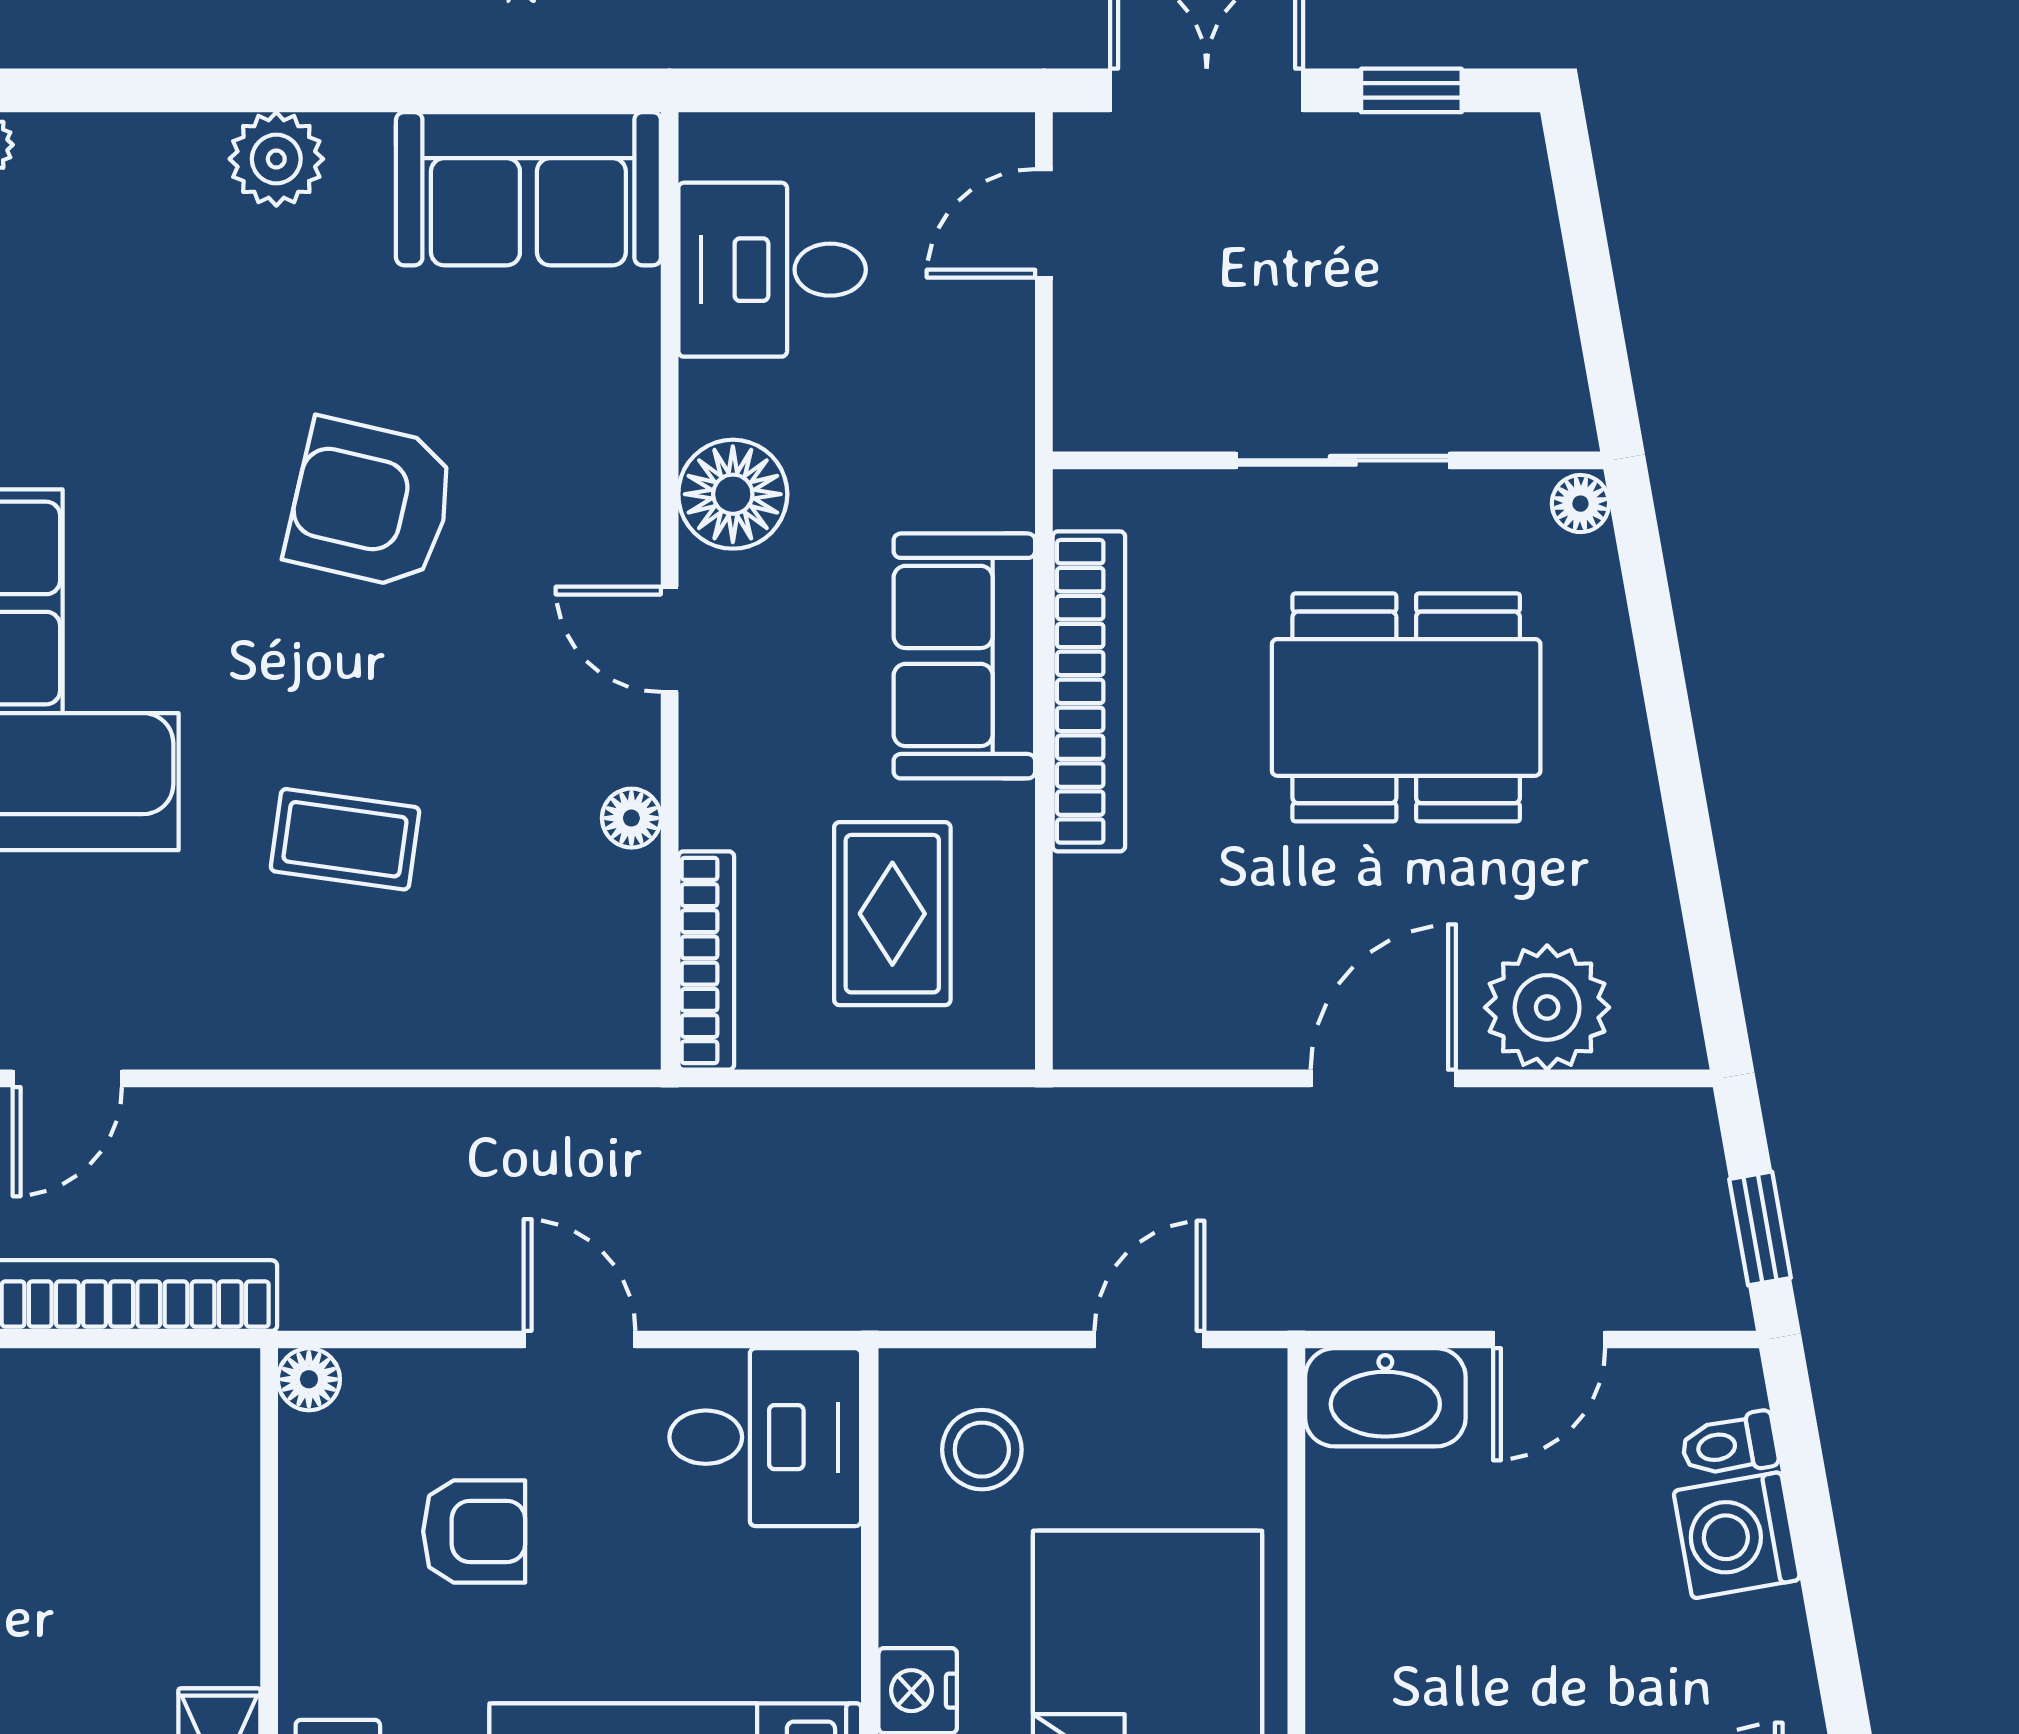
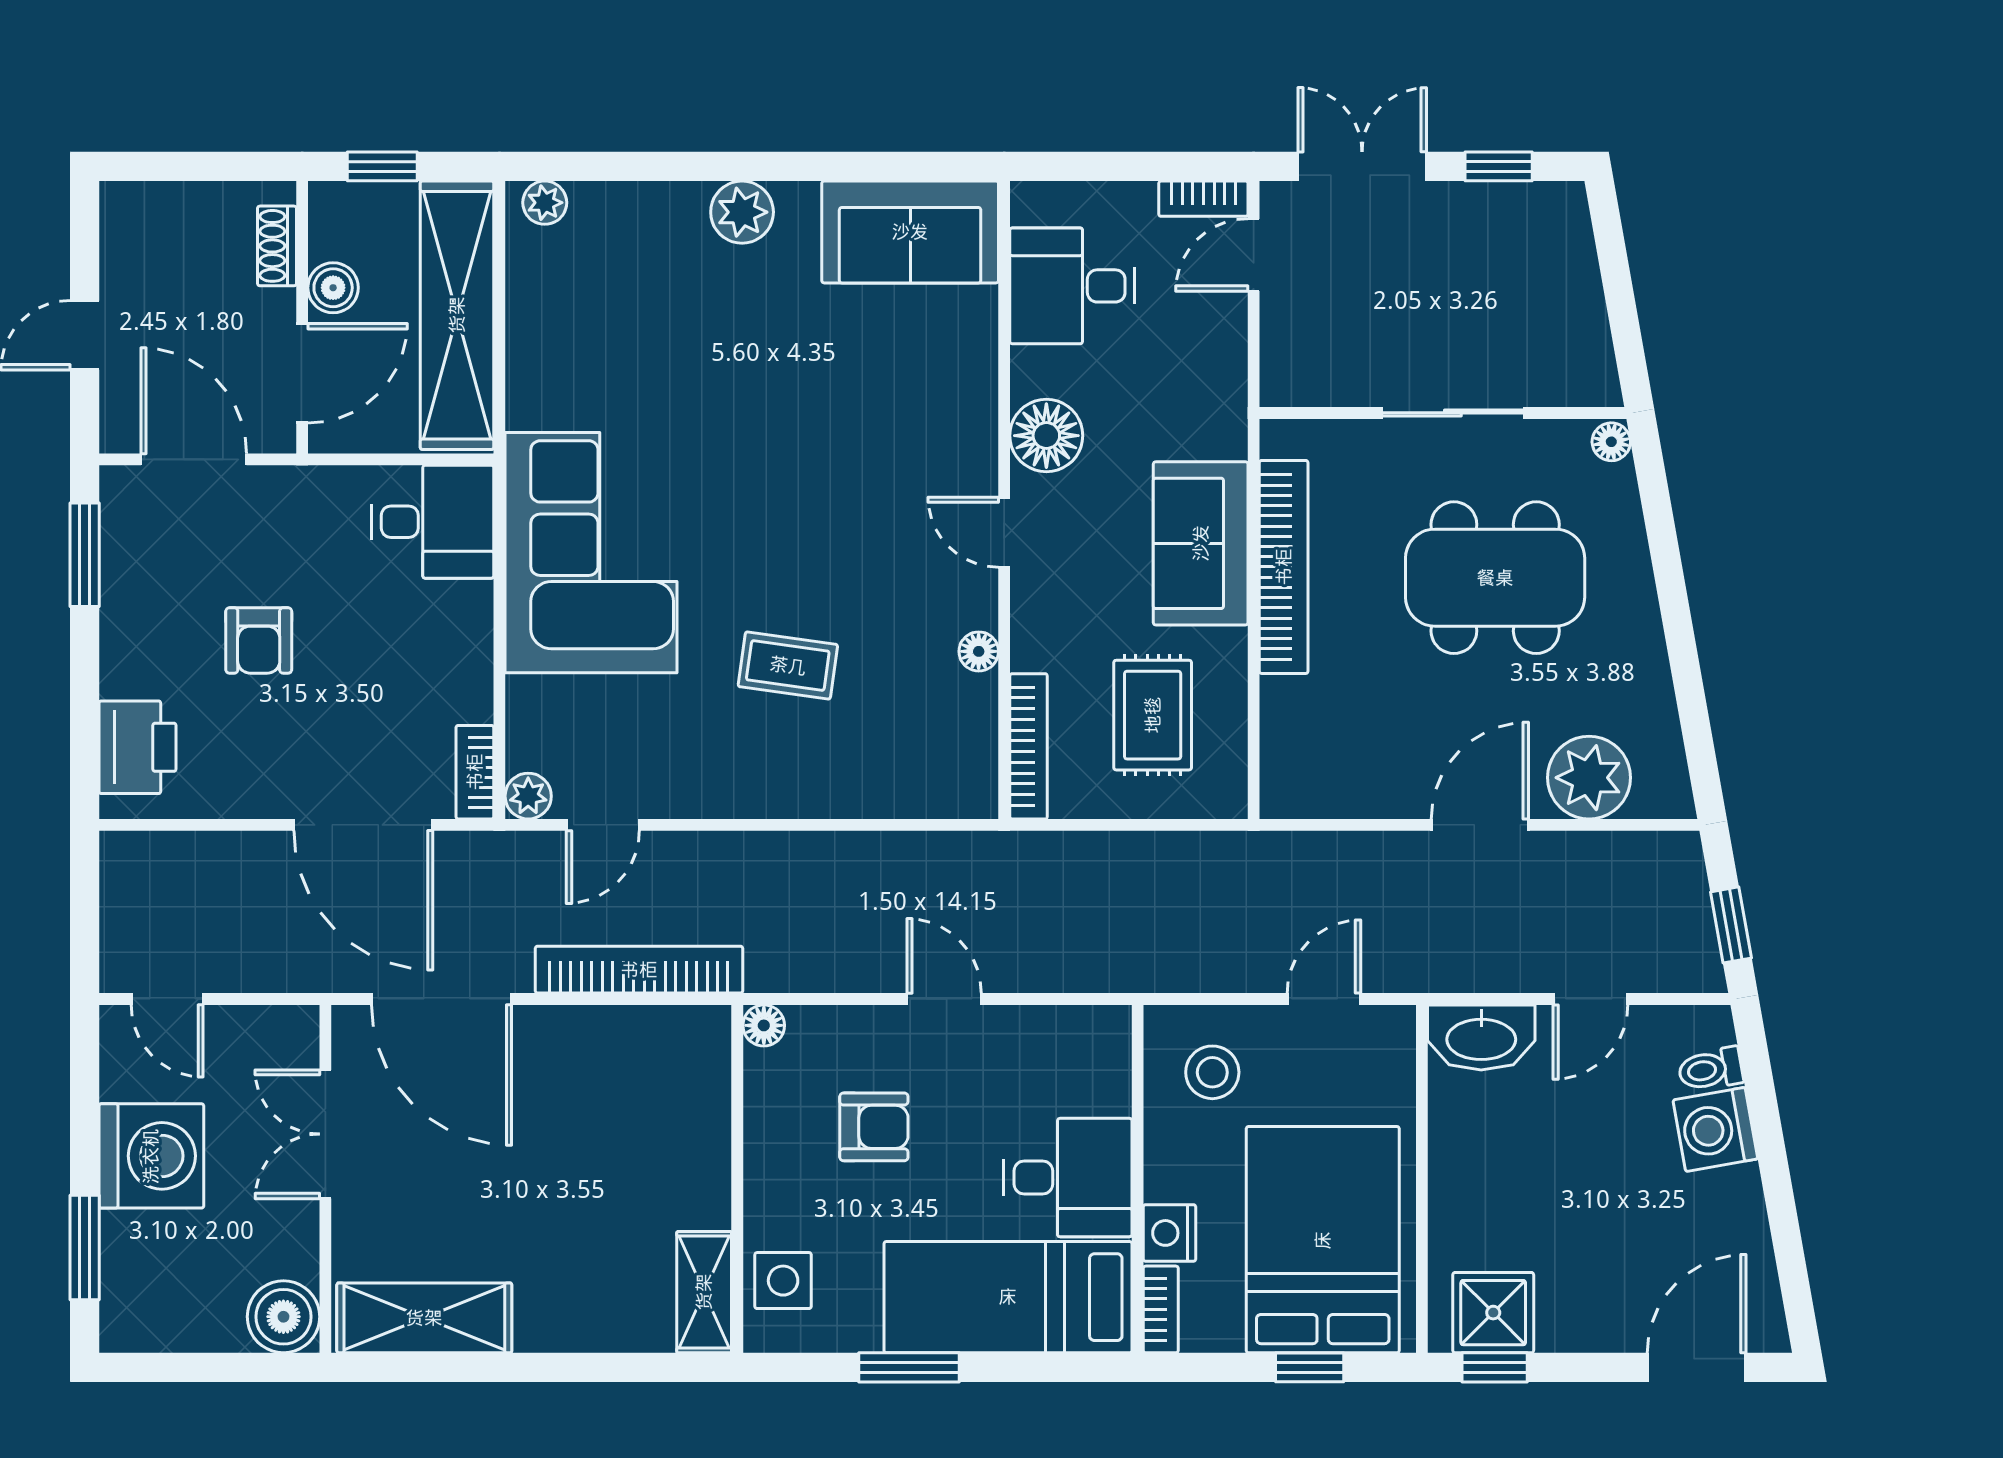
bookcase: (968, 139) -> (1203, 199), added
armchair: (371, 504) -> (805, 442), removed
desk: (765, 1437) -> (1068, 1178), moved

